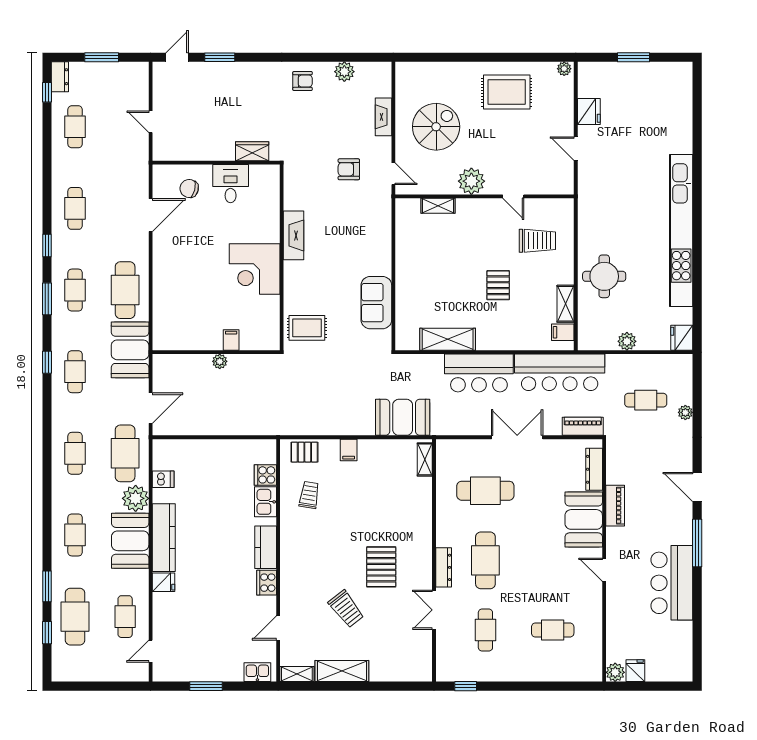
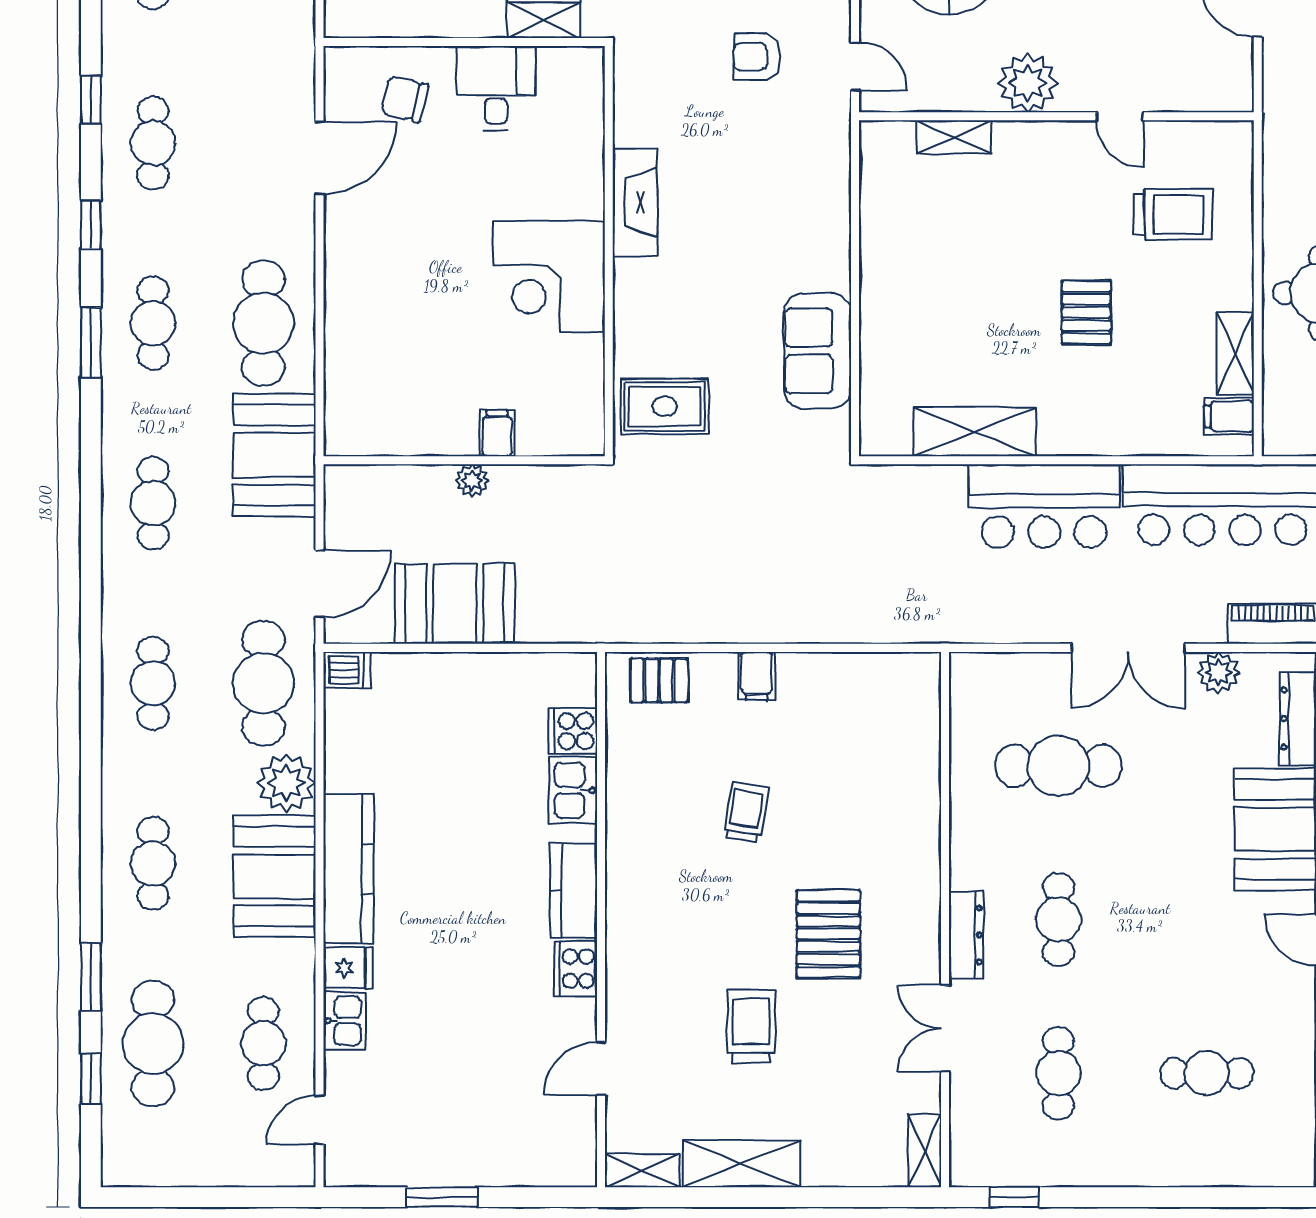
window: (47, 362) -> (91, 100), moved
booth: (403, 417) -> (455, 604), moved
double door: (517, 437) -> (1128, 648), swing flipped
plant: (558, 448) -> (1218, 673), added
shelving: (425, 459) -> (925, 1151), moved
dishwasher: (163, 479) -> (347, 670), moved
trolley: (309, 495) -> (746, 812), moved
cafe table: (485, 560) -> (1058, 920), width x0.73, depth x0.74
trolley: (346, 609) -> (751, 1027), turned -142
kitchen sink: (257, 672) -> (345, 1021), moved, turned 90

